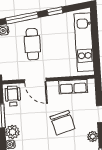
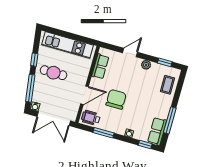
cafe table: (32, 44) -> (54, 73), moved
chair: (63, 123) -> (116, 99), moved, turned -74
plant: (12, 132) -> (120, 128), removed

